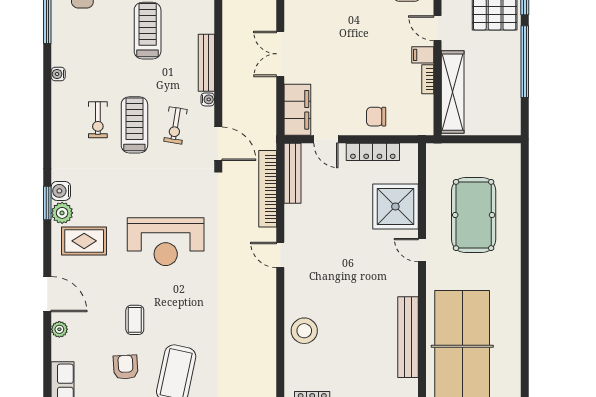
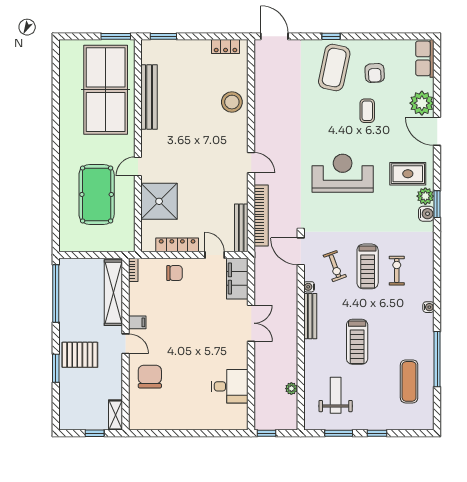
window: (525, 62) -> (56, 293), moved
bookcase: (428, 79) -> (133, 270), moved
exercise bike: (175, 125) -> (335, 266), turned 151
door: (422, 250) -> (138, 166), swing flipped
plant: (59, 329) -> (422, 103), width x1.88, depth x1.88

